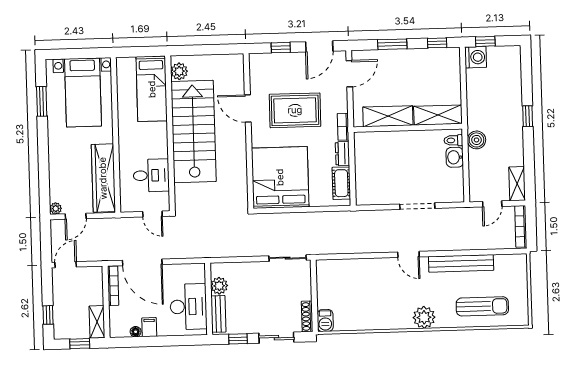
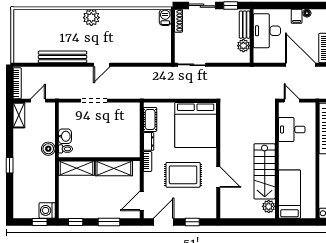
stairs: (194, 131) -> (265, 171), width x0.73, depth x0.66
door: (408, 254) -> (102, 65), swing flipped
sun lounger: (482, 306) -> (48, 24), removed

